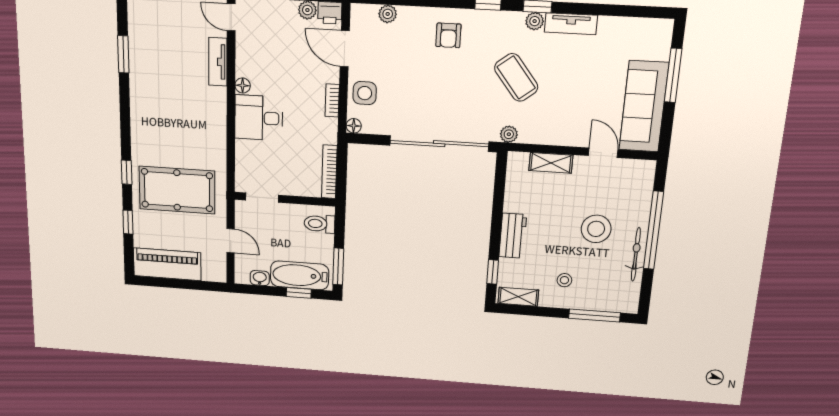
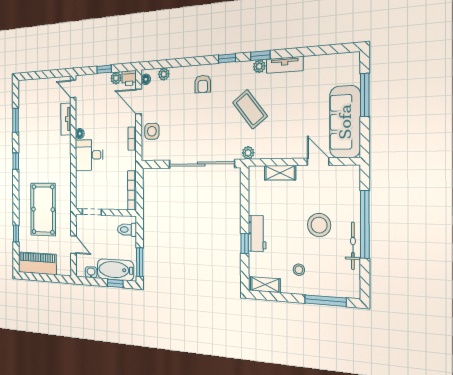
floor lamp: (354, 126) -> (146, 79), moved
window: (127, 172) -> (16, 161), moved
pool table: (177, 190) -> (43, 209), turned 90
window: (493, 272) -> (245, 243), moved

